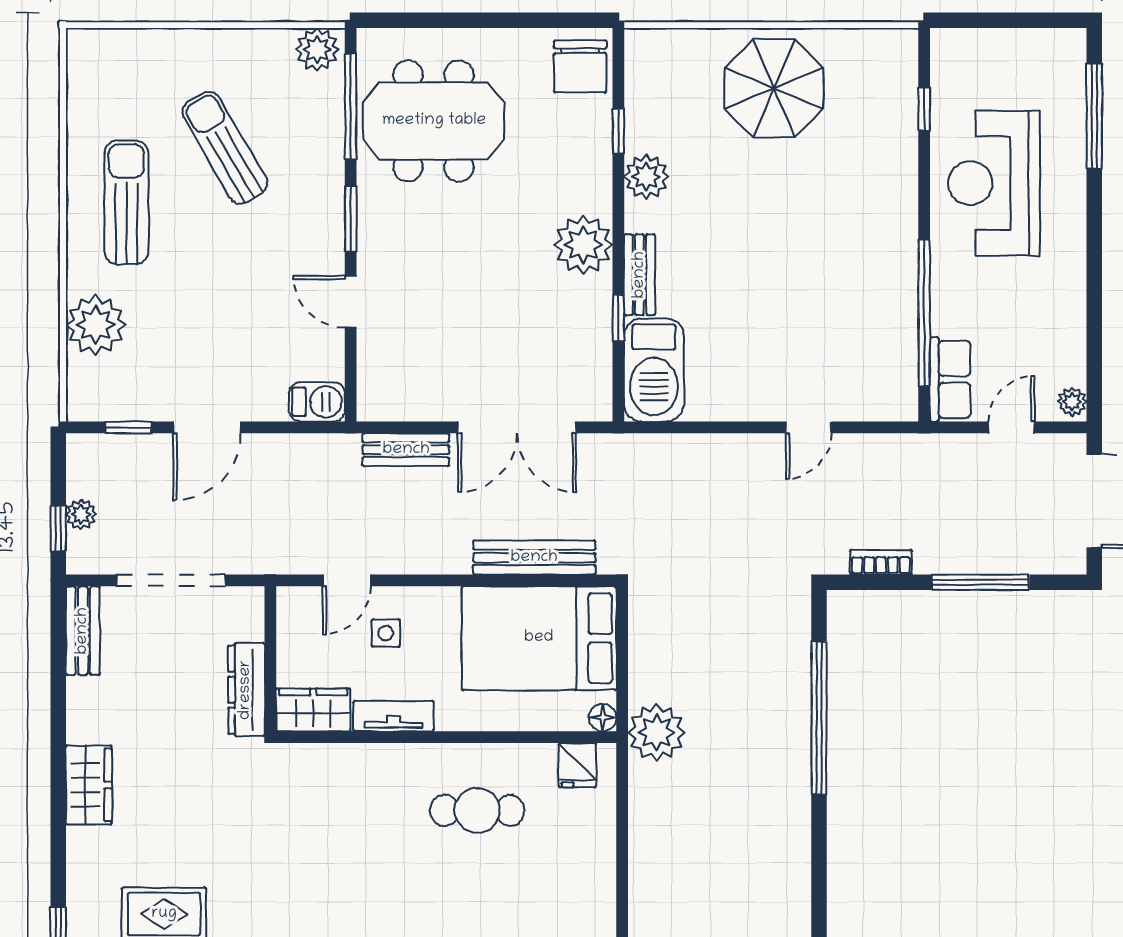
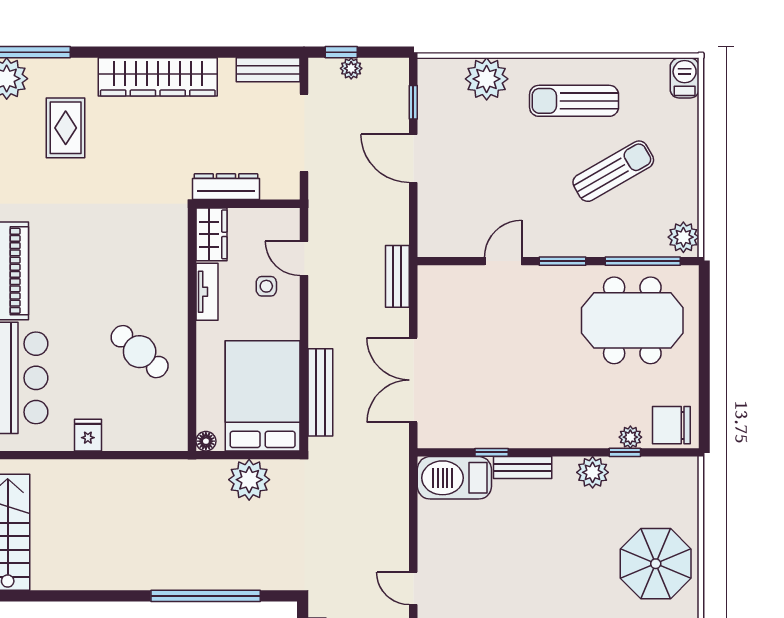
meeting table: (434, 121) -> (632, 320), turned 90
sun lounger: (126, 203) -> (574, 101), turned 180
plant: (583, 245) -> (630, 437), moved, width x0.53, depth x0.53
barbecue: (317, 402) -> (685, 78), moved, turned 180
bench: (406, 450) -> (397, 276), moved
plant: (657, 732) -> (249, 480), moved
fridge: (577, 765) -> (88, 435), moved, turned 90
wardrobe: (89, 785) -> (158, 77), width x2.10, depth x1.17
cafe table: (477, 810) -> (140, 352), turned -49

